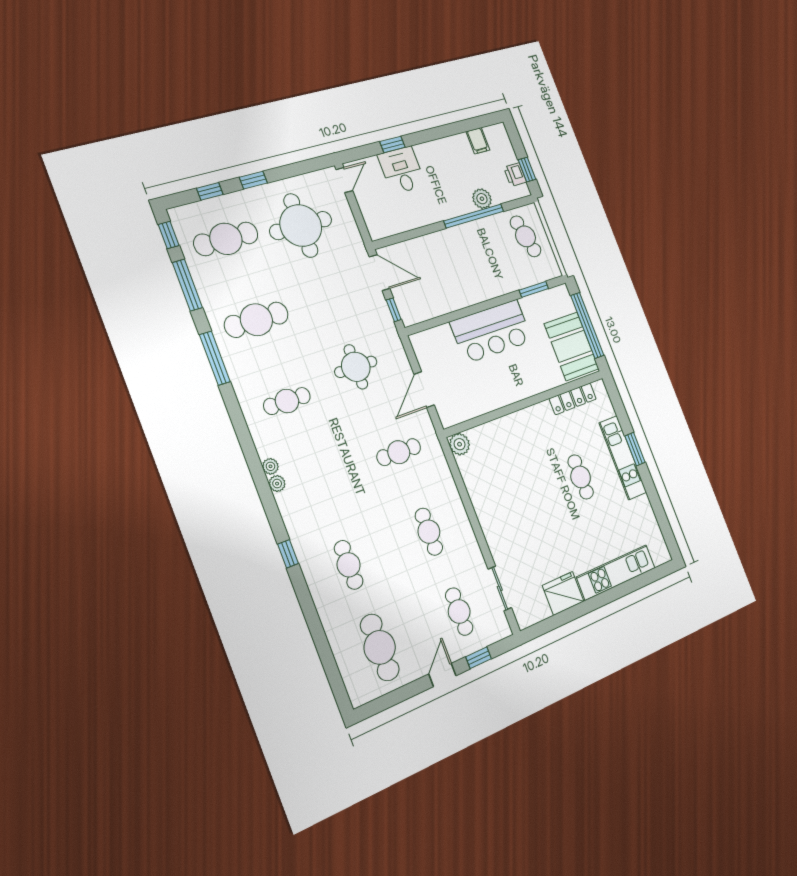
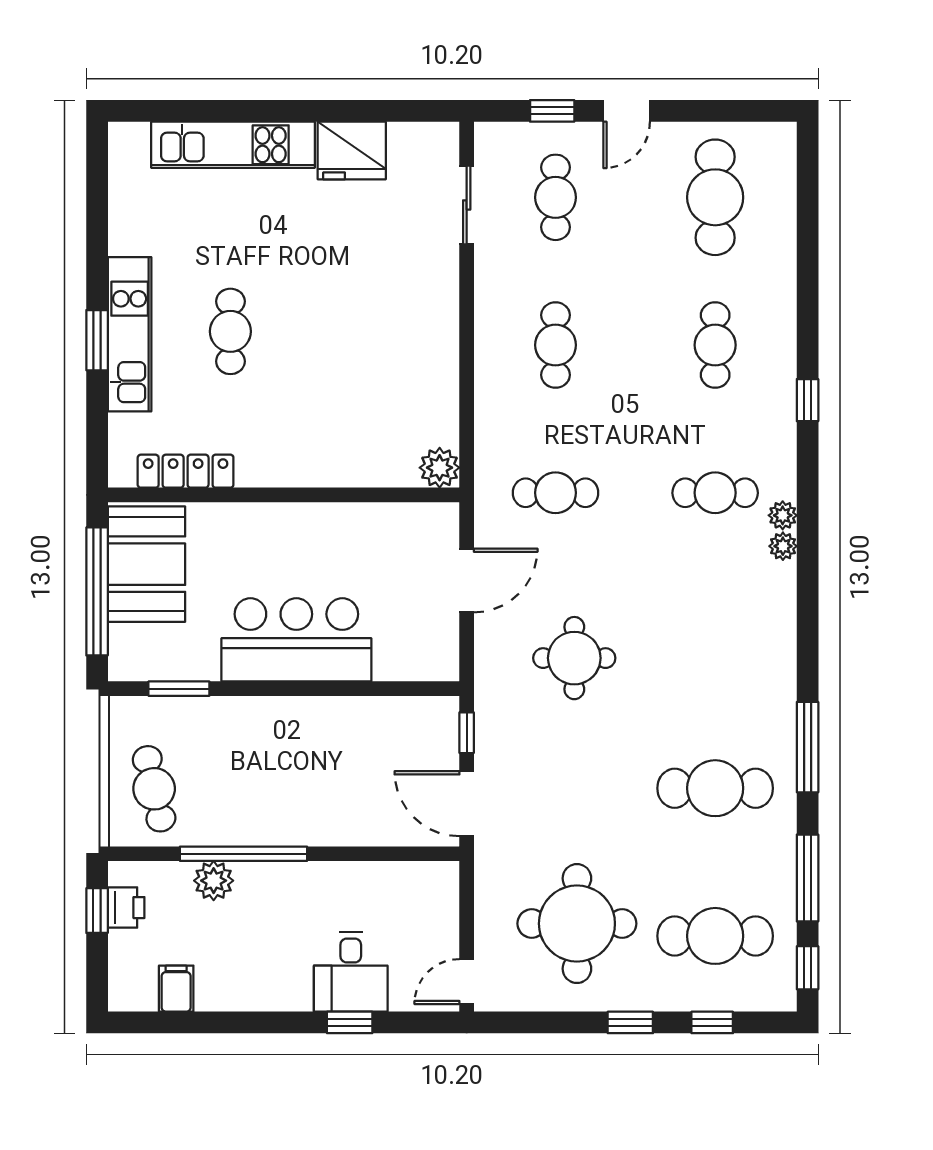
cafe table: (287, 401) -> (715, 493), moved

